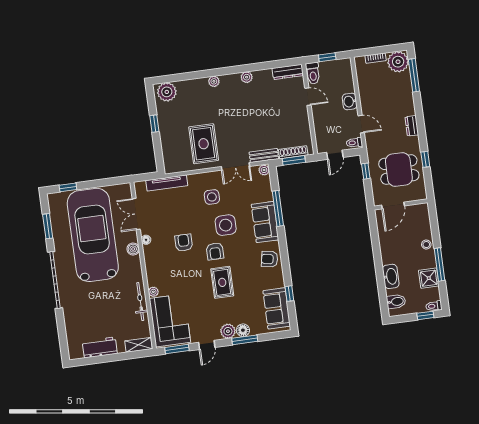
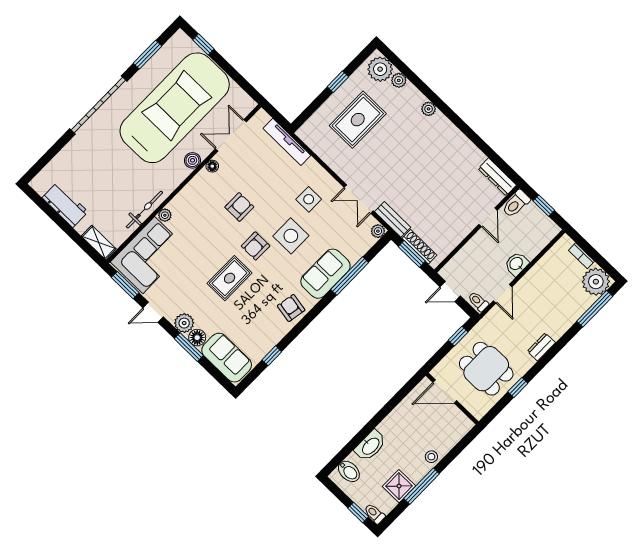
plant: (247, 77) -> (399, 80), moved
rug: (204, 144) -> (358, 120), moved
sofa: (277, 308) -> (227, 358), moved, turned 90

